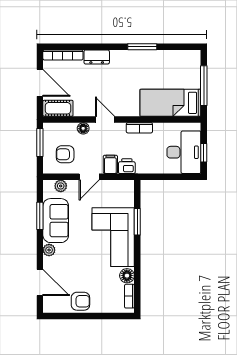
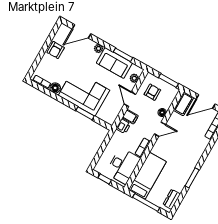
dresser: (97, 57) -> (172, 199), moved
desk: (184, 152) -> (123, 166), moved, turned -90

